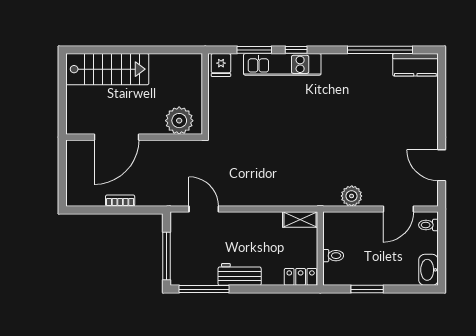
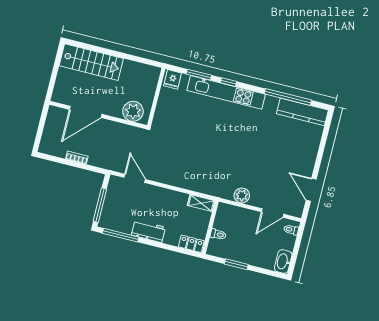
kitchen unit: (282, 64) -> (226, 92), width x1.36
kitchen counter: (415, 65) -> (302, 112), width x1.50

